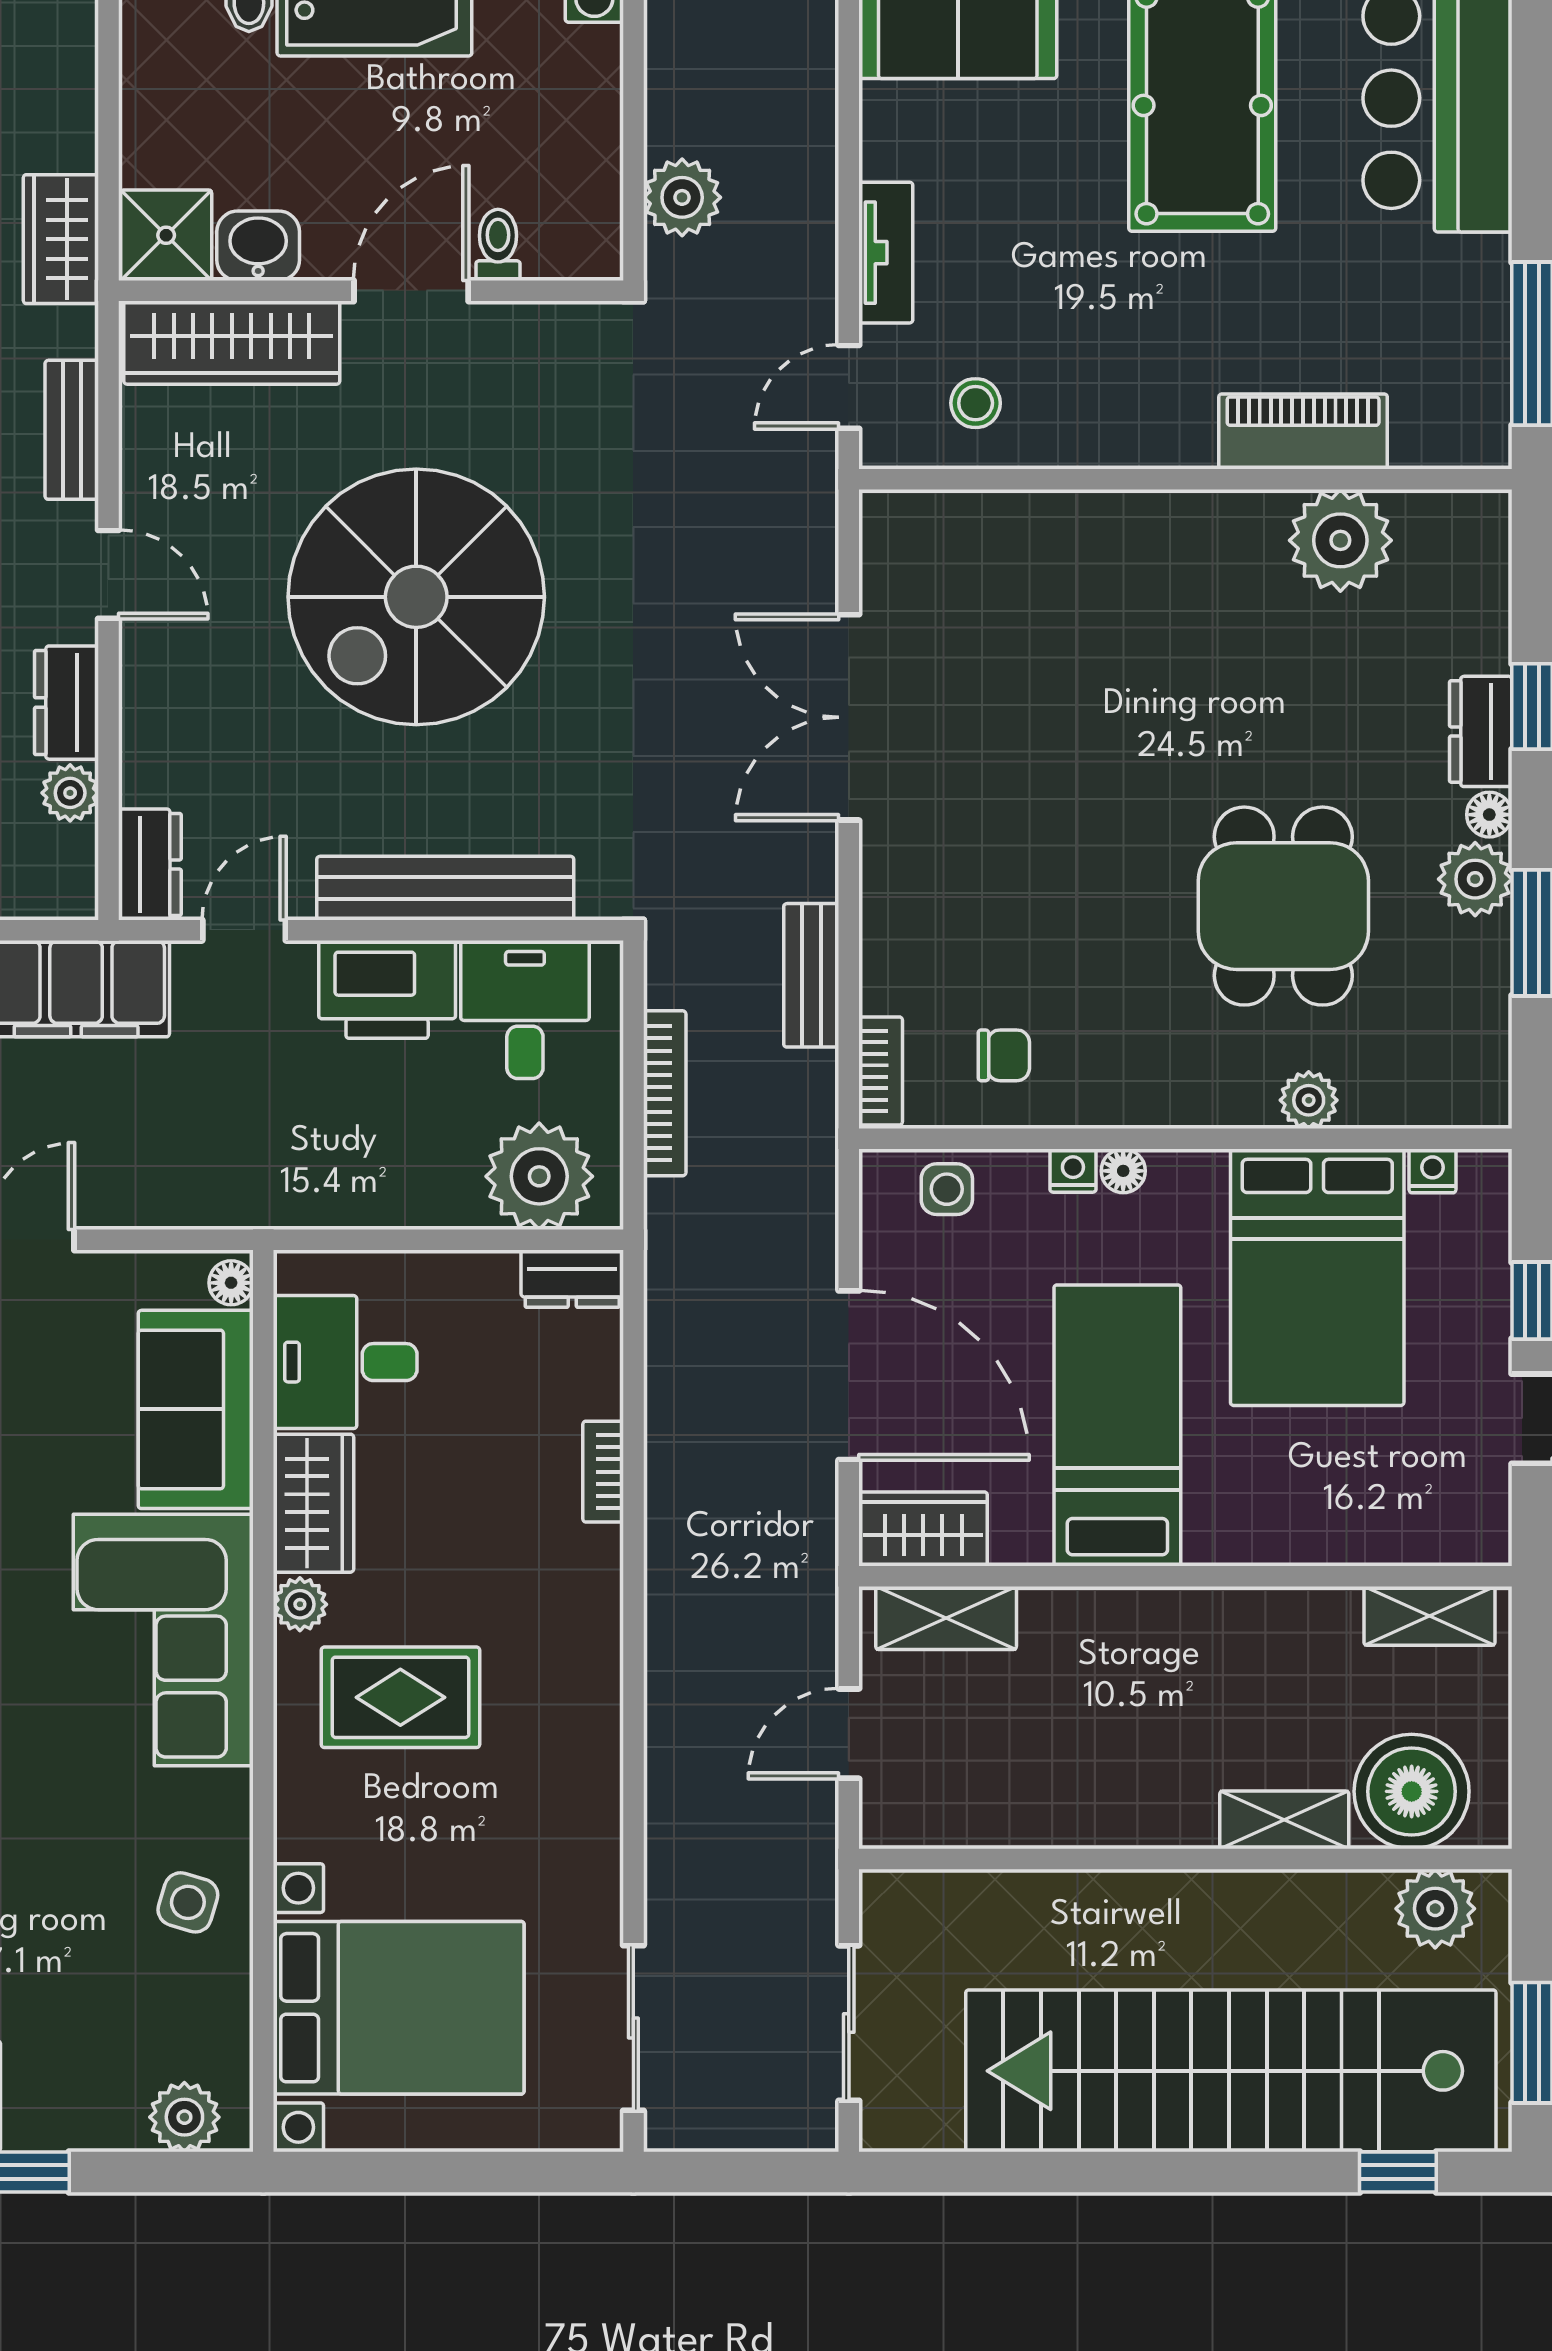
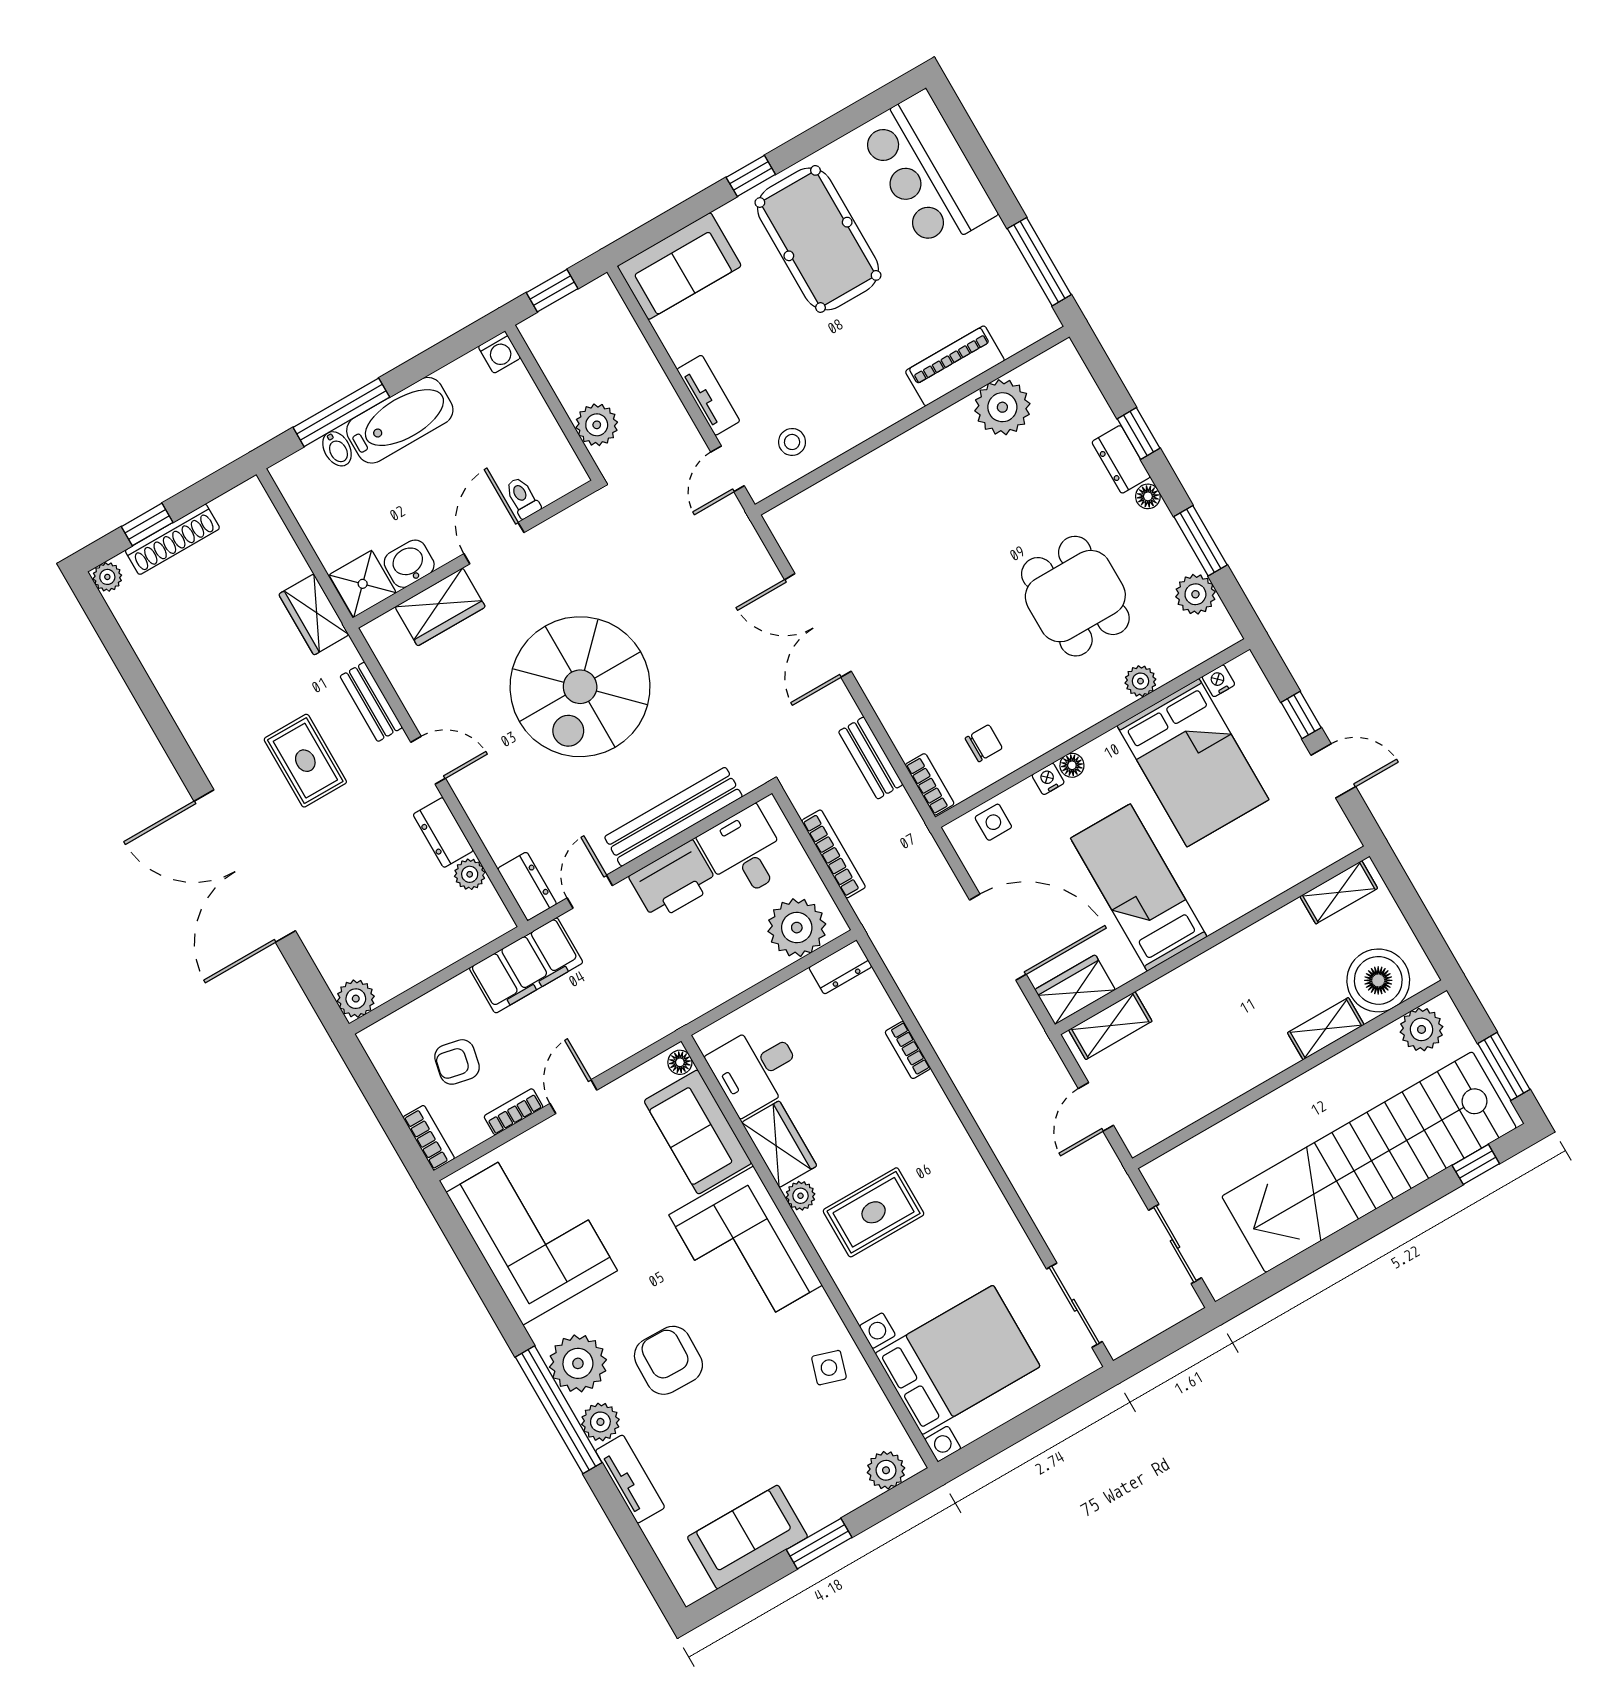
wardrobe: (232, 343) -> (440, 607), width x0.67
plant: (1475, 879) -> (1195, 594), moved

